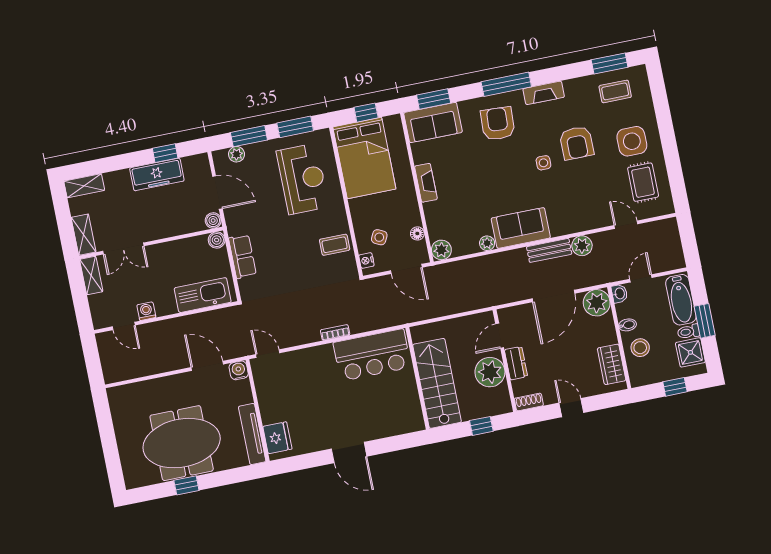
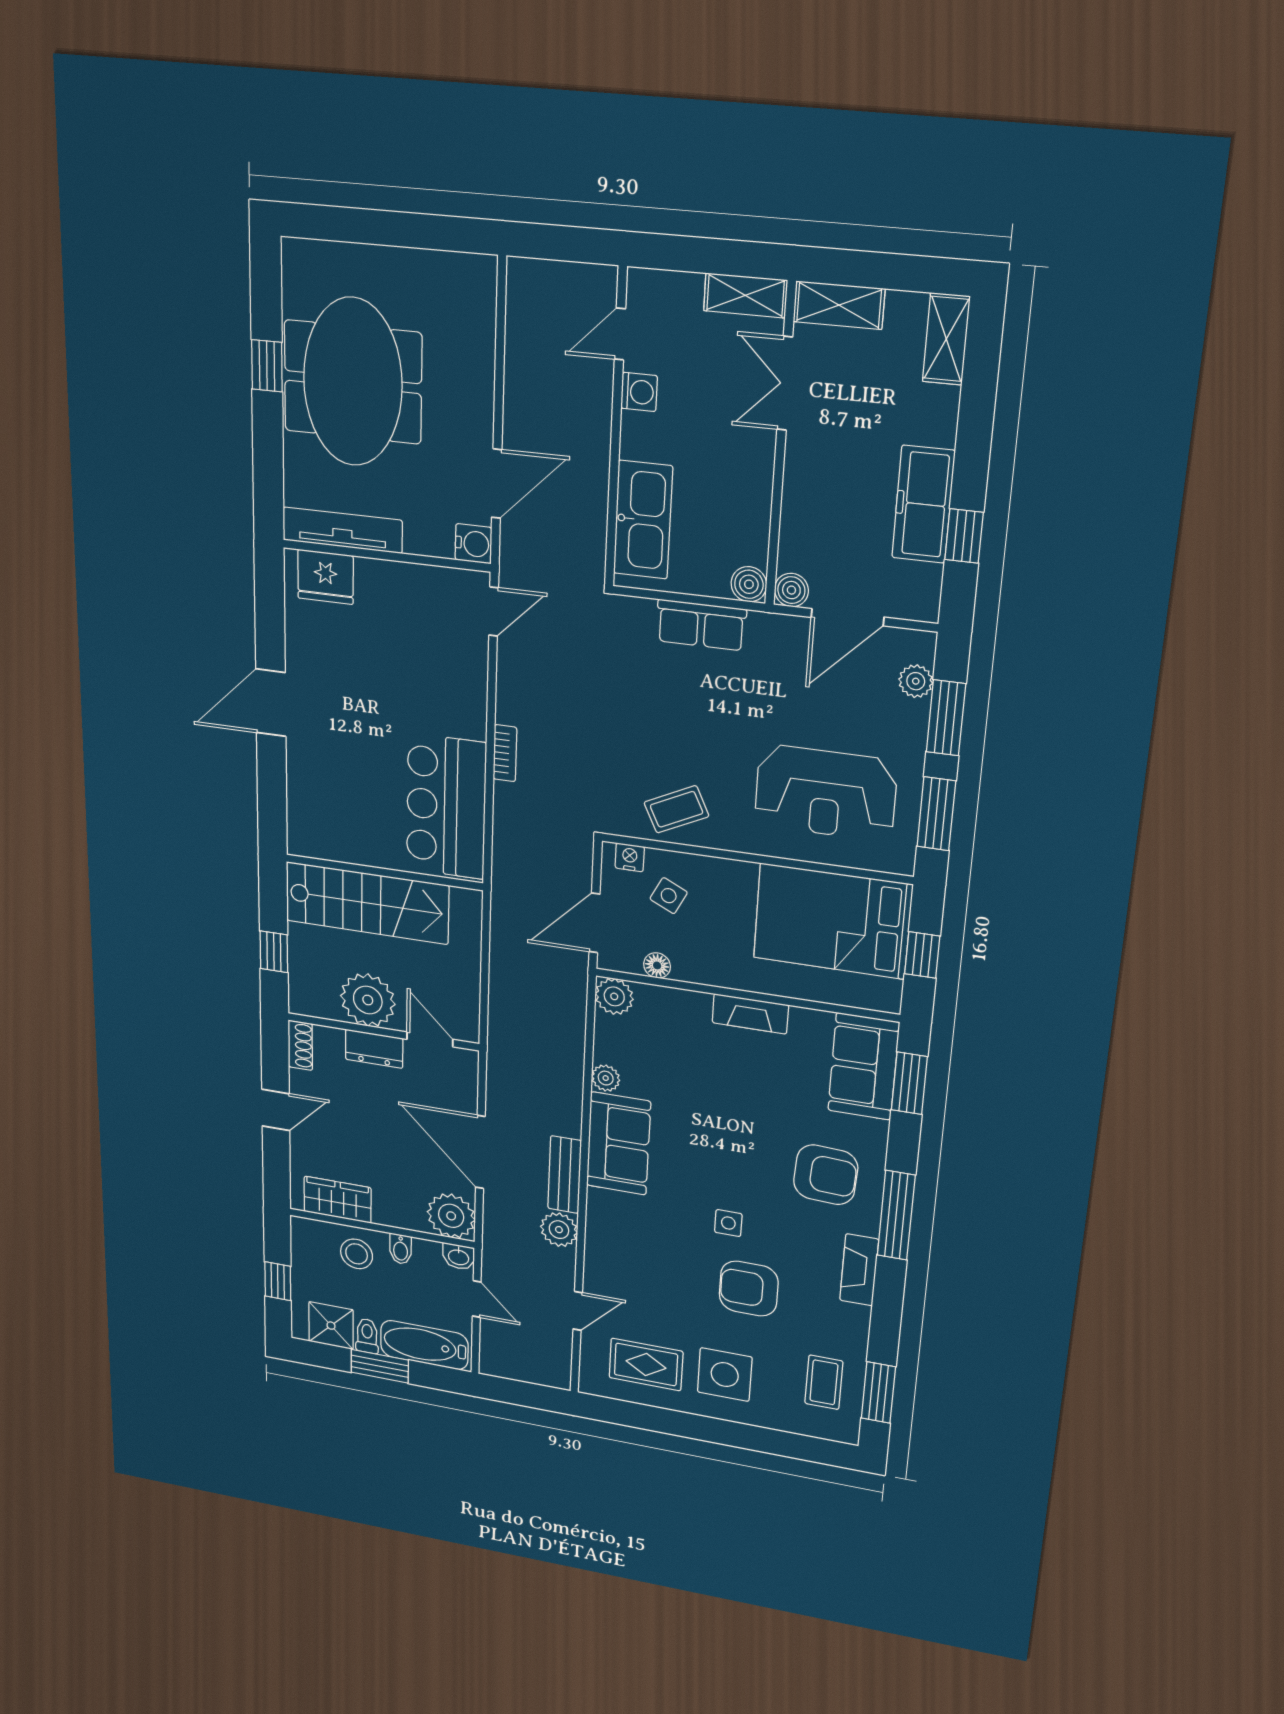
coffee table: (335, 245) -> (676, 809), turned 64

